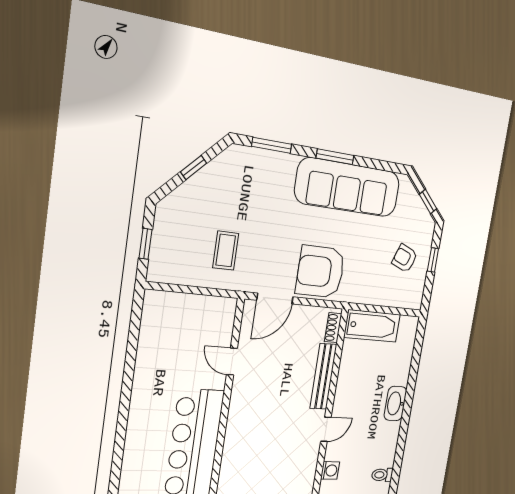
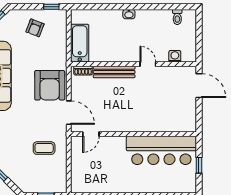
window: (433, 260) -> (51, 7), moved
door: (232, 362) -> (91, 134), moved
washbasin: (395, 403) -> (129, 14), width x0.52, depth x0.69

